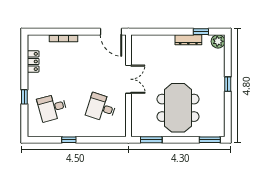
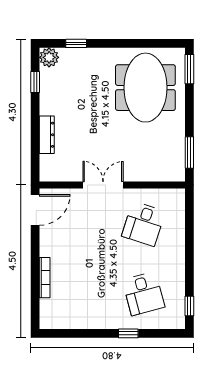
dresser: (188, 40) -> (47, 135), moved
locker: (33, 61) -> (78, 321), removed
window: (228, 84) -> (76, 43), moved
meeting table: (178, 108) -> (145, 88), moved, turned 90
window: (69, 140) -> (189, 306), moved

